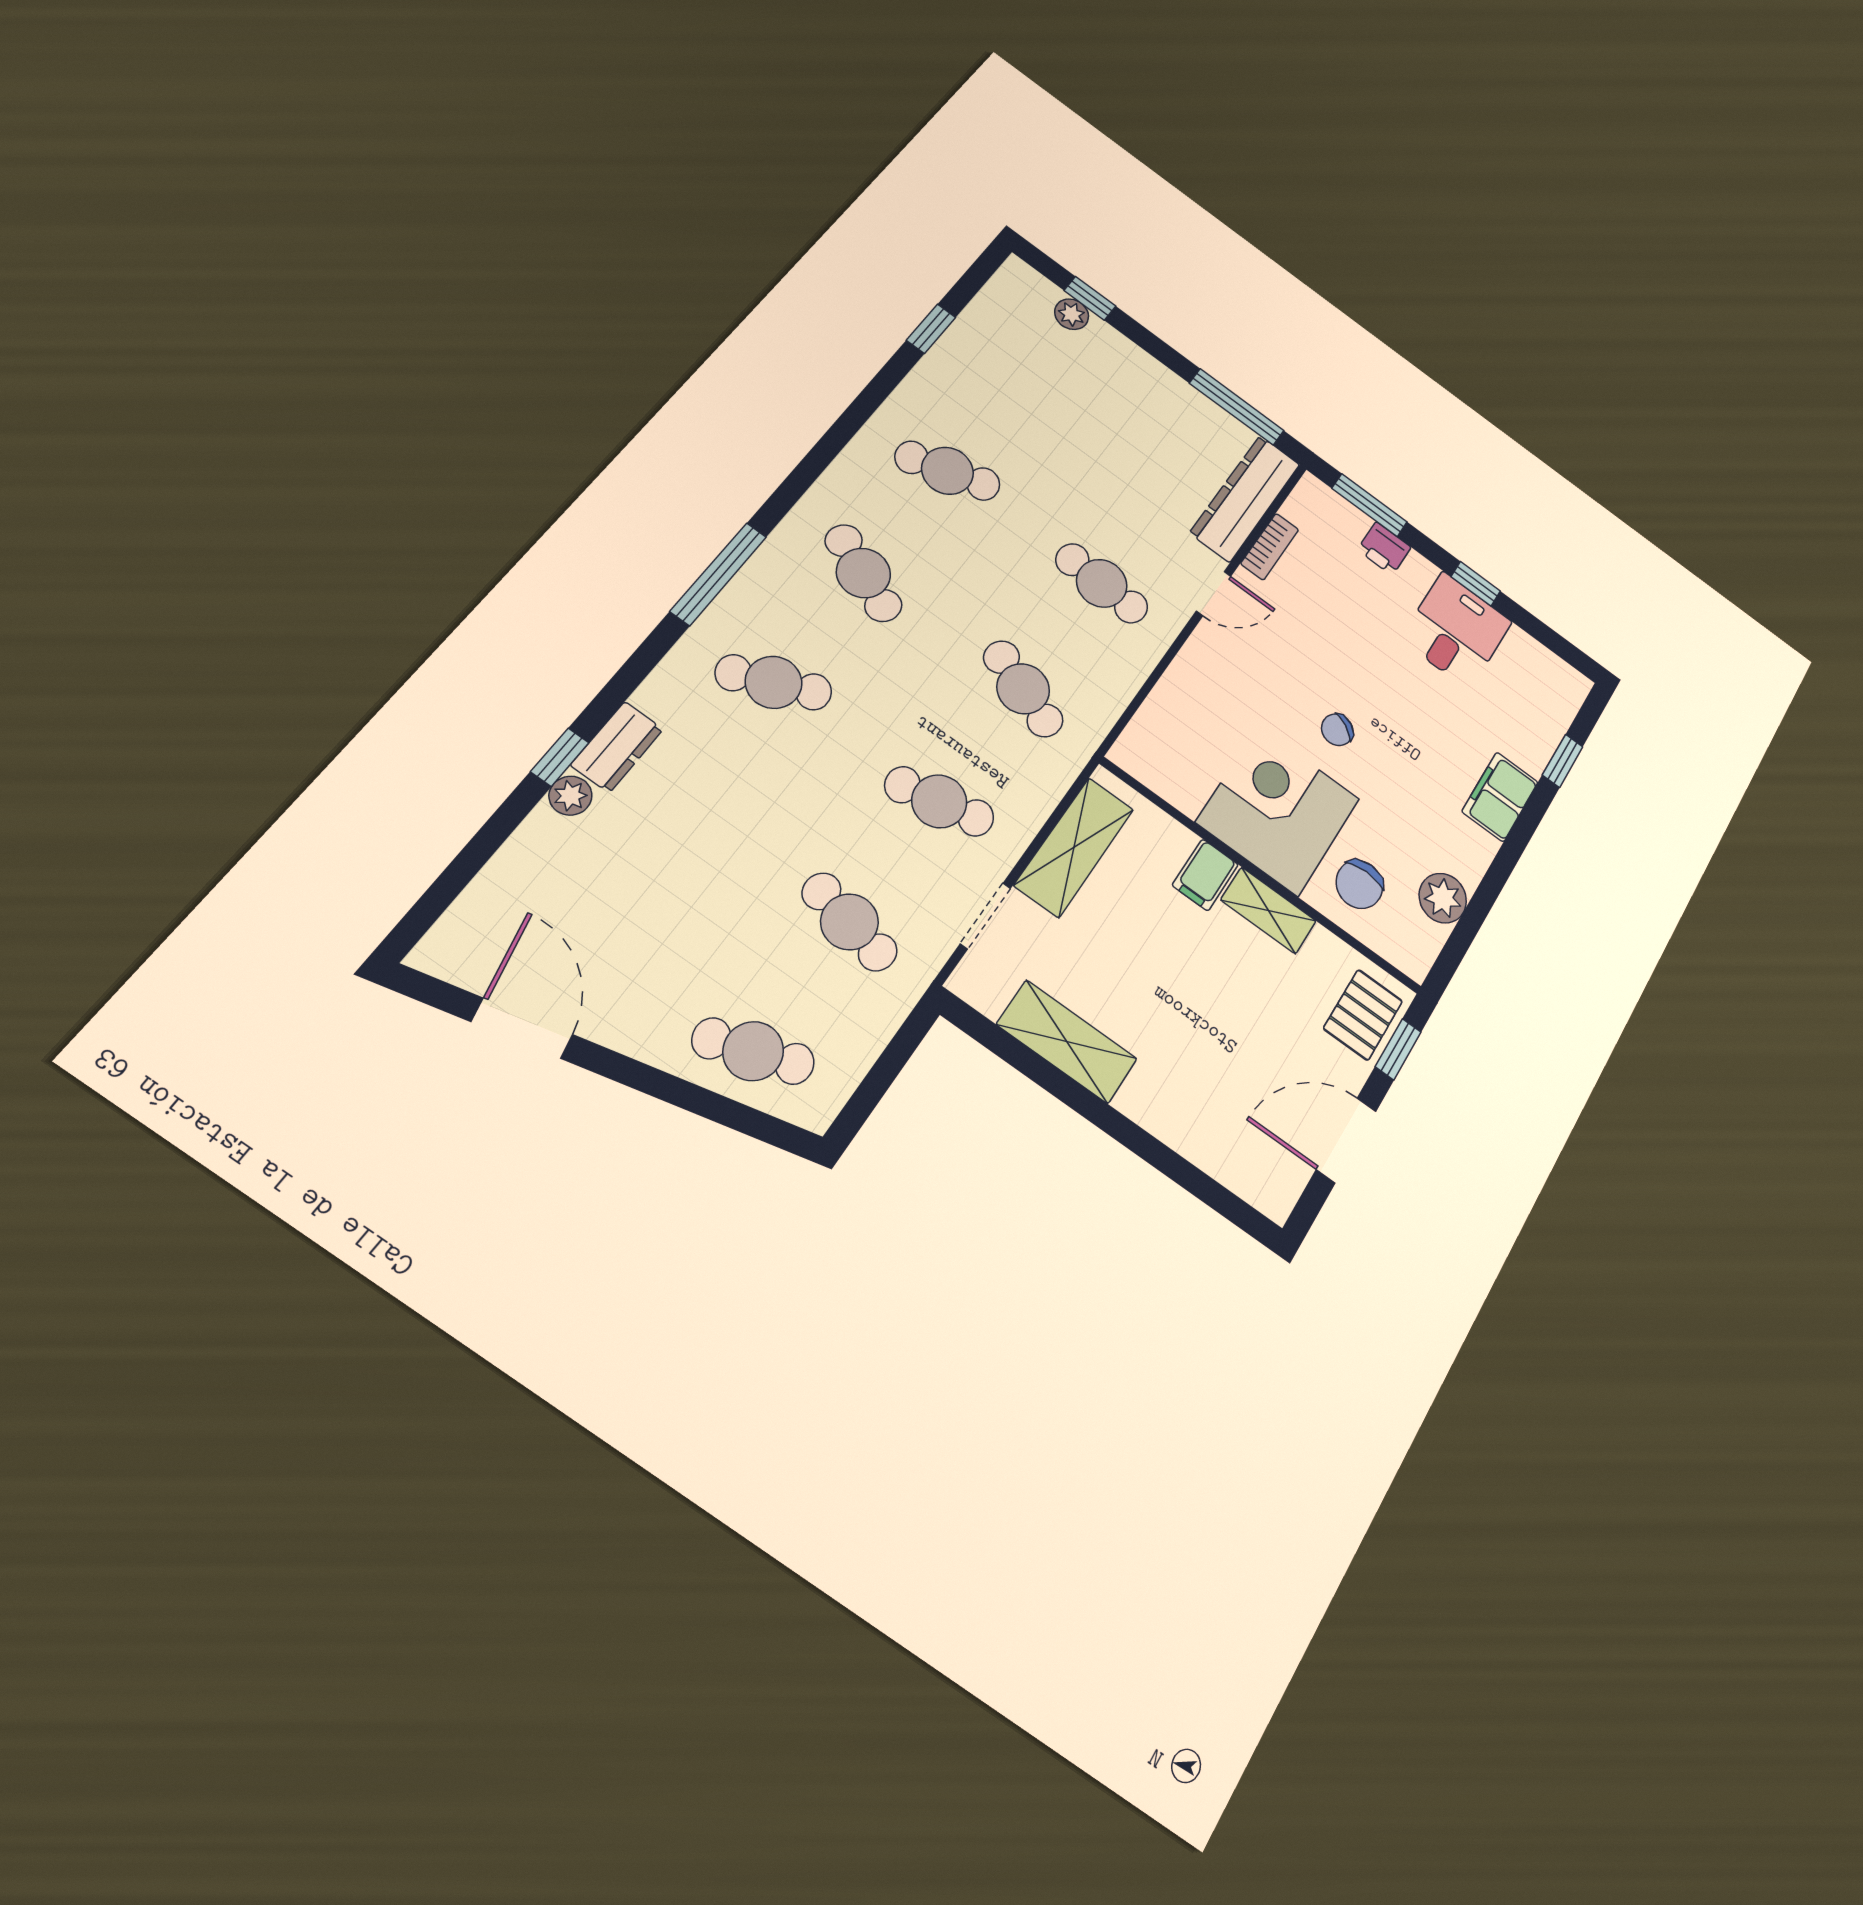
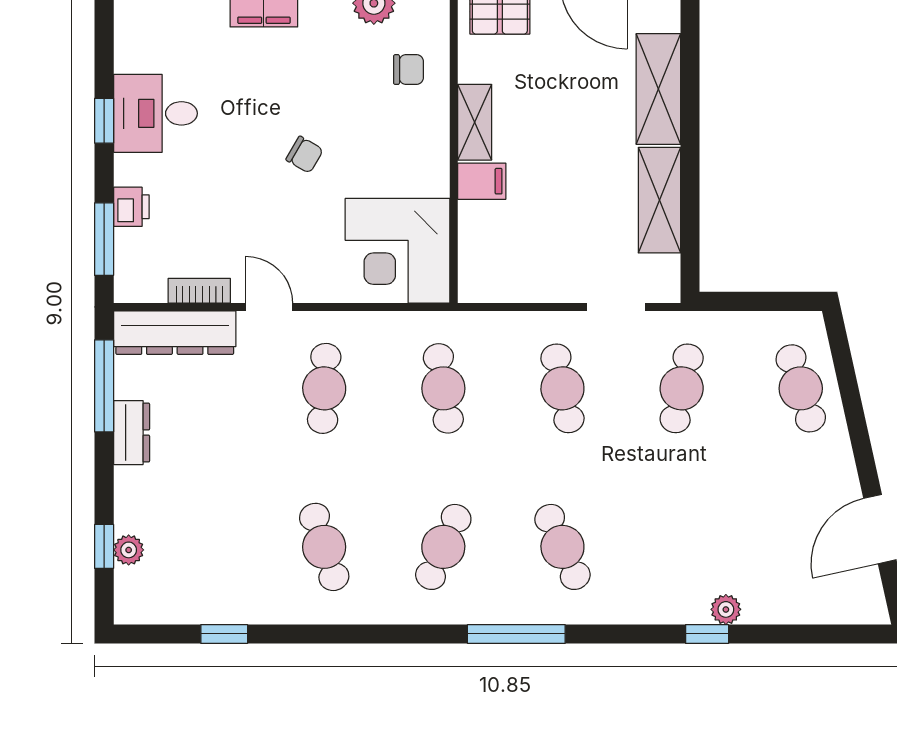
cafe table: (1023, 689) -> (443, 388), turned -30
dresser: (617, 747) -> (132, 433), moved, turned 90
corner desk: (1278, 810) -> (398, 251), moved
shelving: (1074, 847) -> (658, 89), moved, turned 90
chair: (1359, 884) -> (408, 70), width x0.73, depth x0.73

